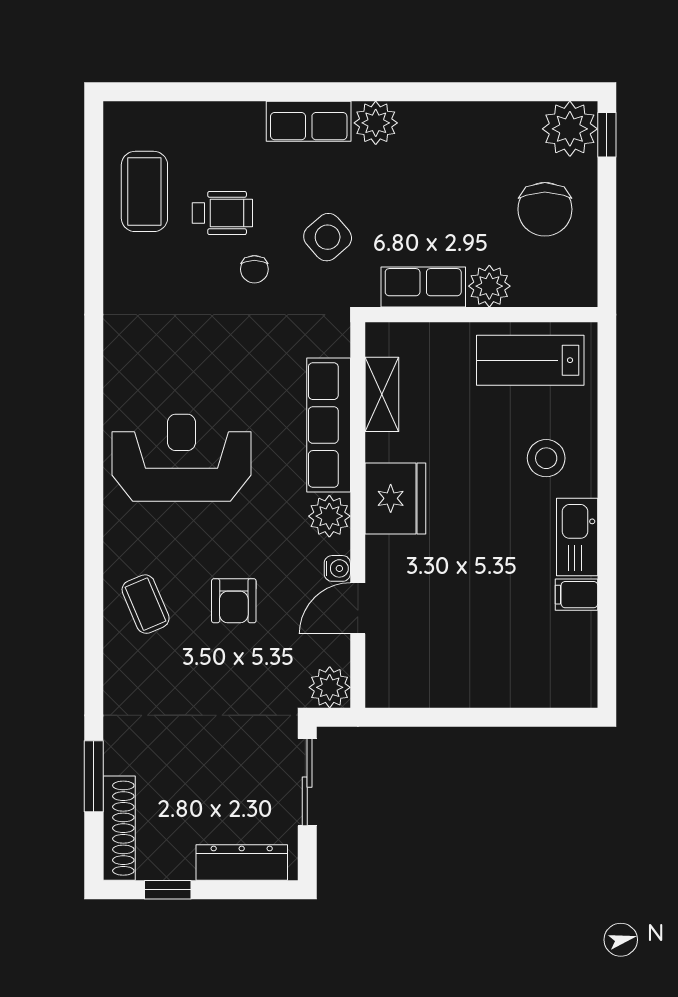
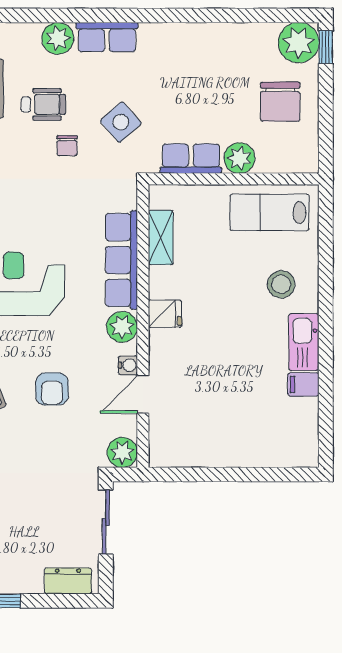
plant: (376, 123) -> (58, 38), moved
fridge: (395, 498) -> (165, 314), width x0.53, depth x0.75
dresser: (242, 862) -> (68, 581), width x0.70

